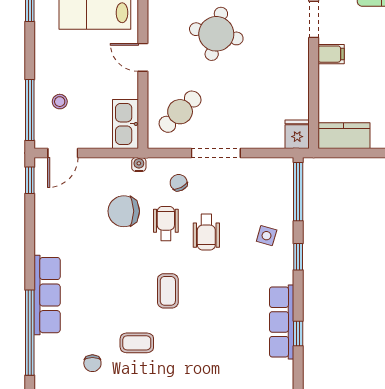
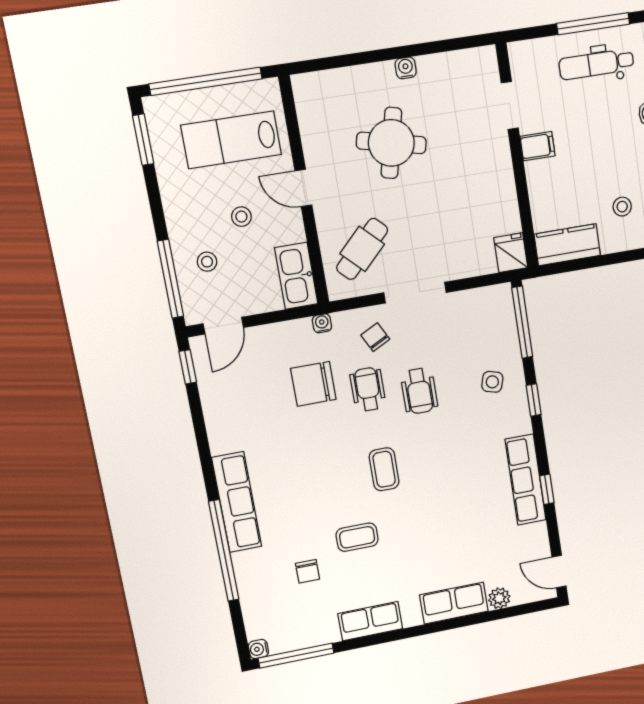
stool: (92, 72) -> (241, 217), added

